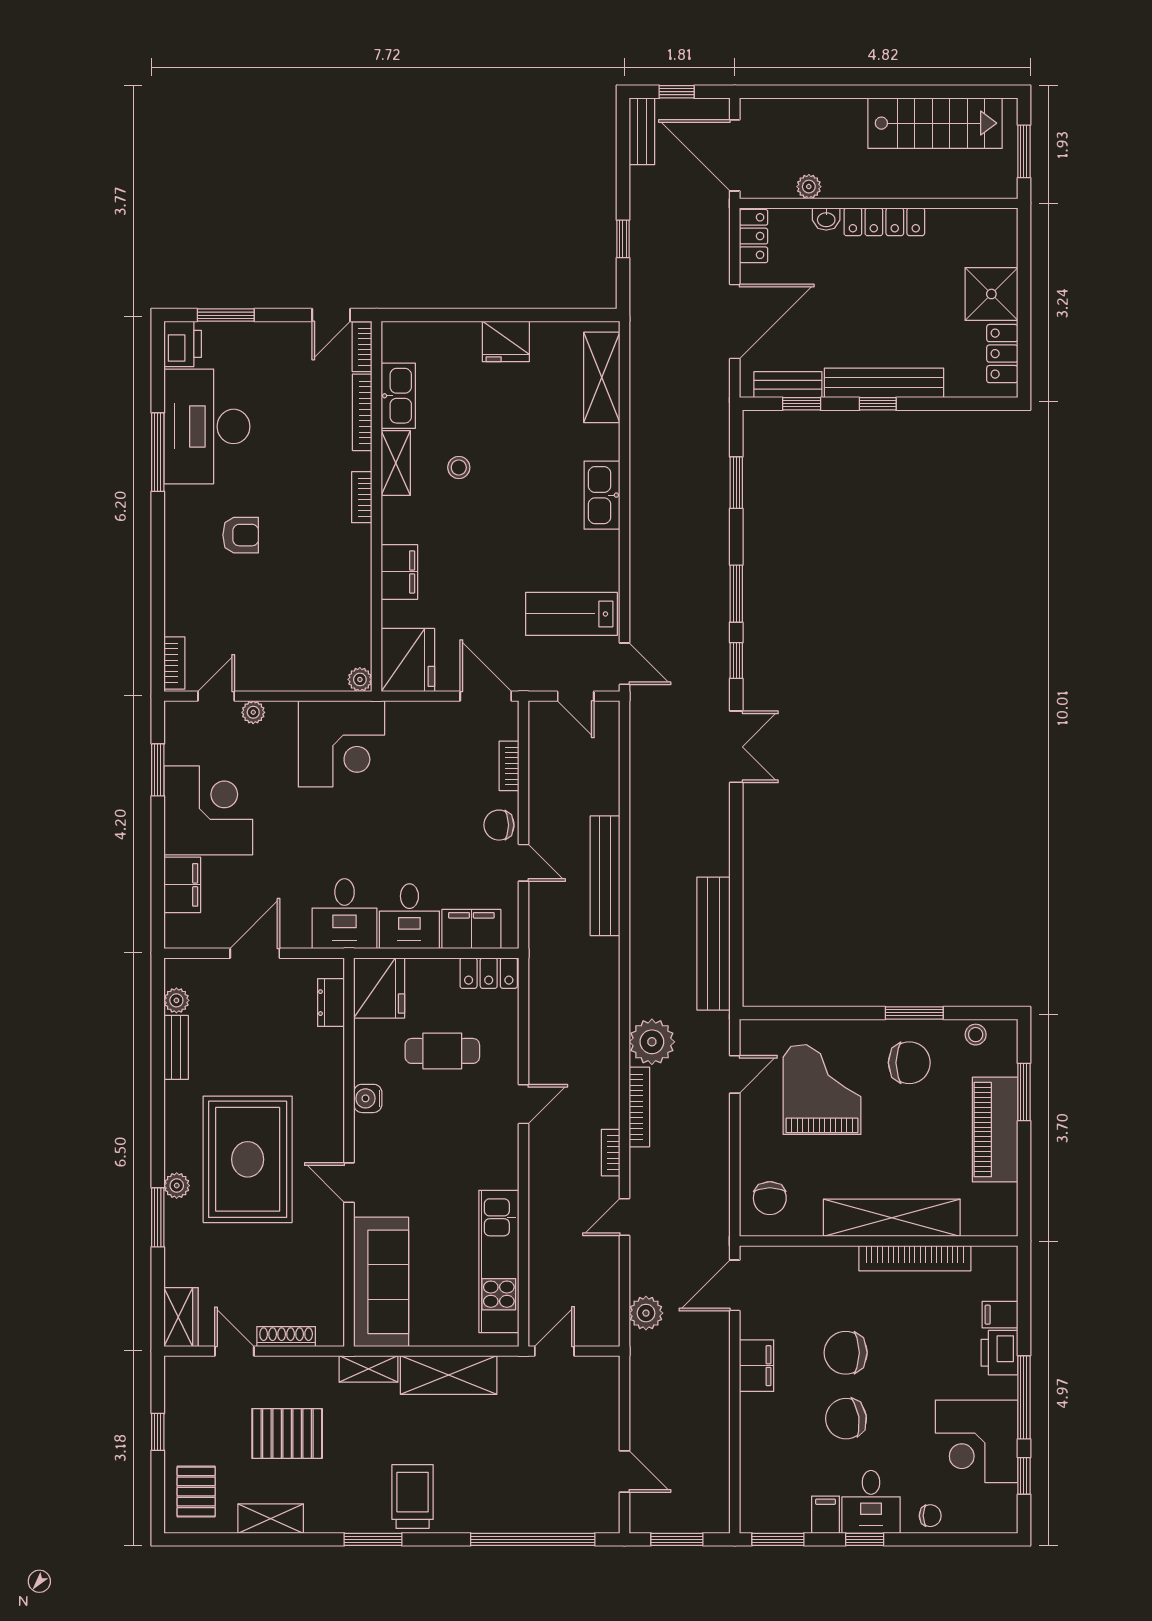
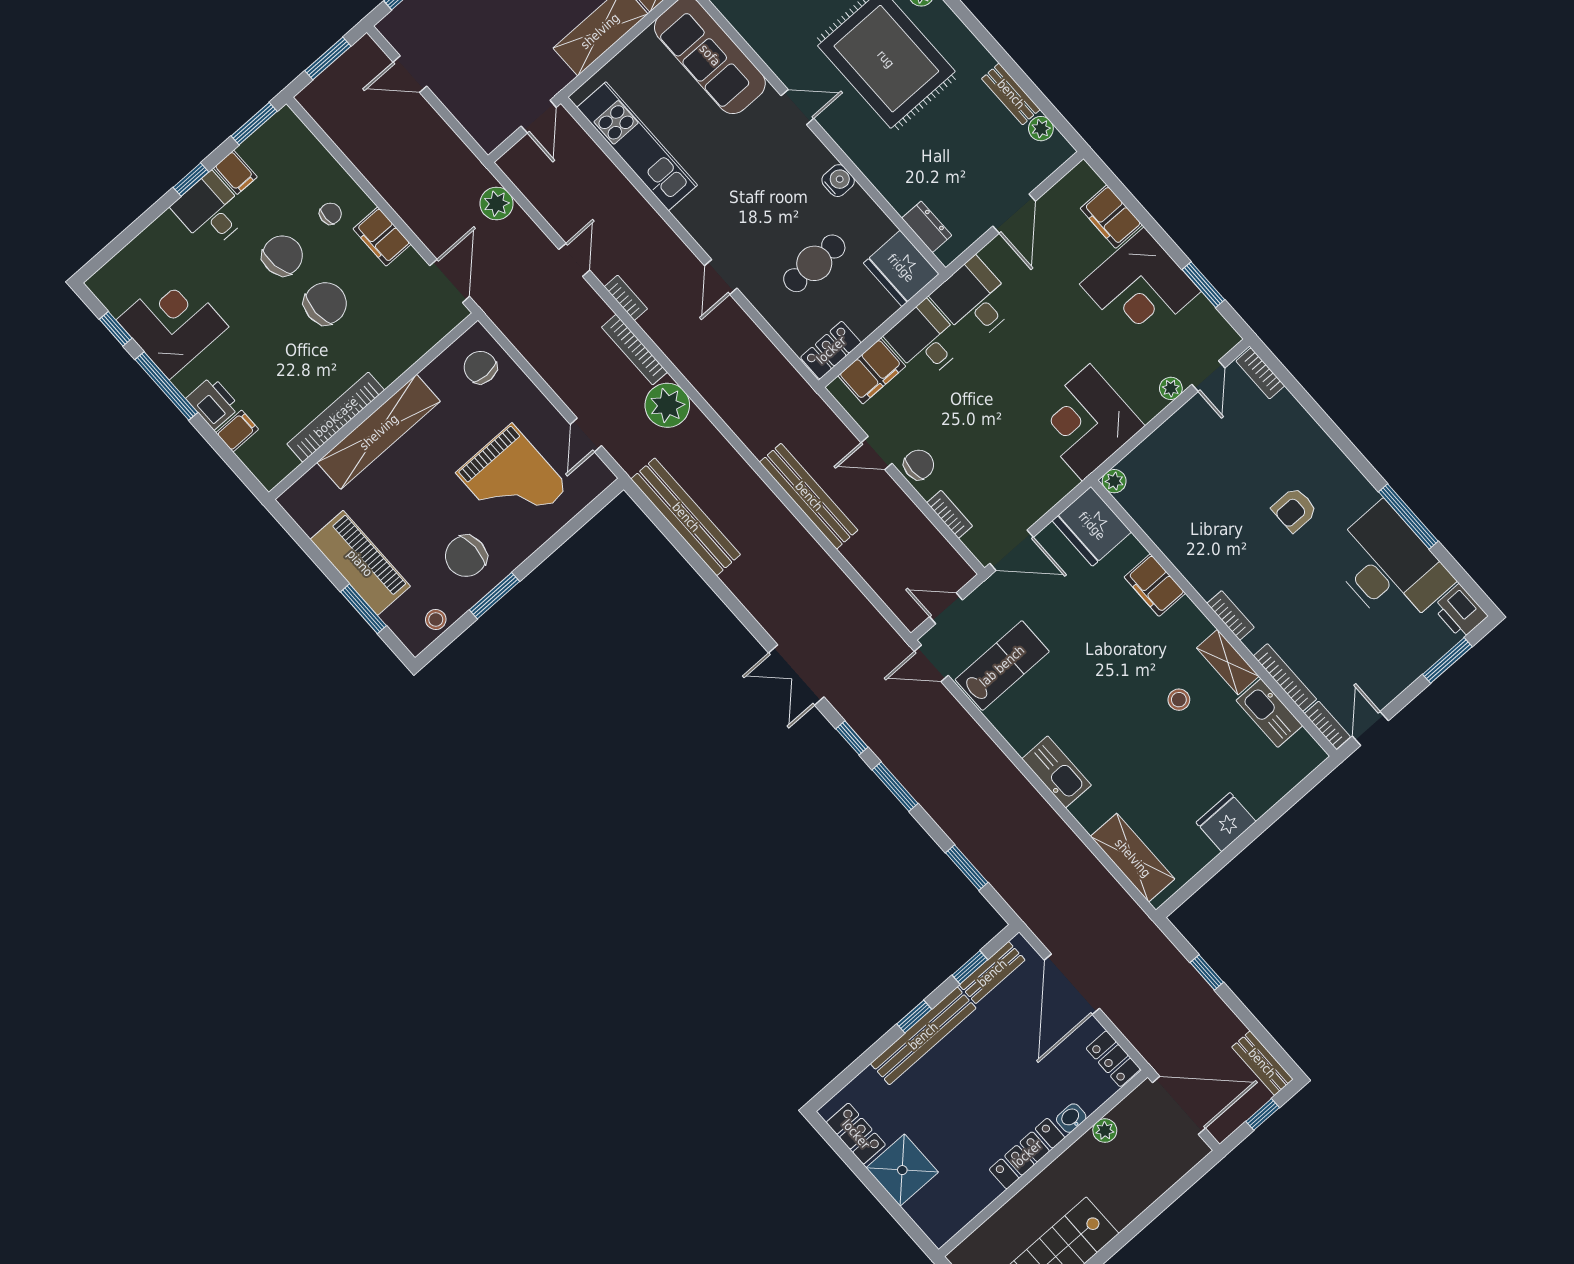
chair: (930, 1516) -> (330, 214), moved, turned 180

